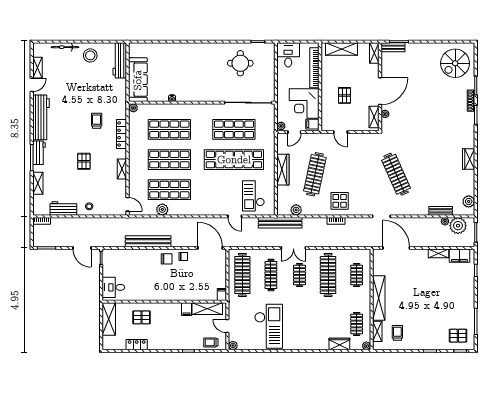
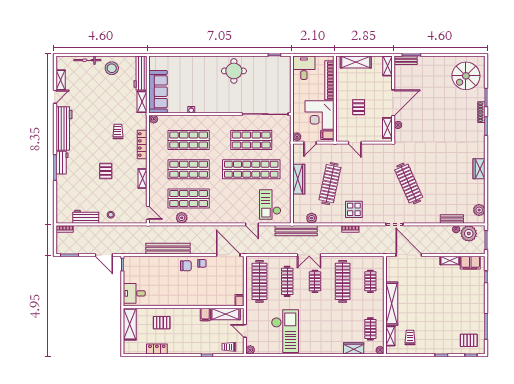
round table: (240, 63) -> (234, 71), moved
shelving: (38, 183) -> (142, 102), moved

